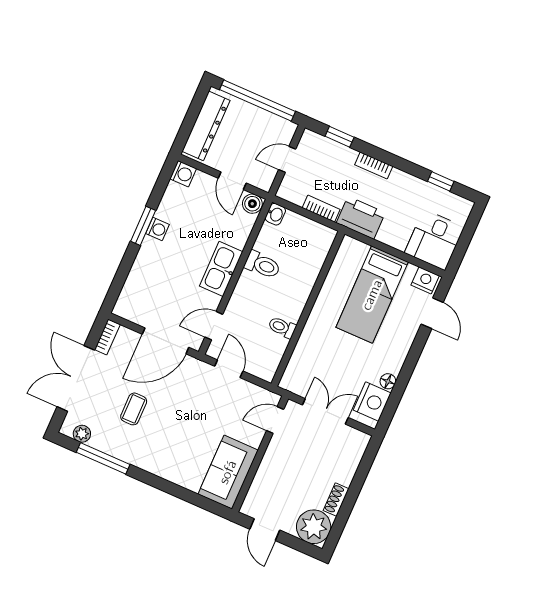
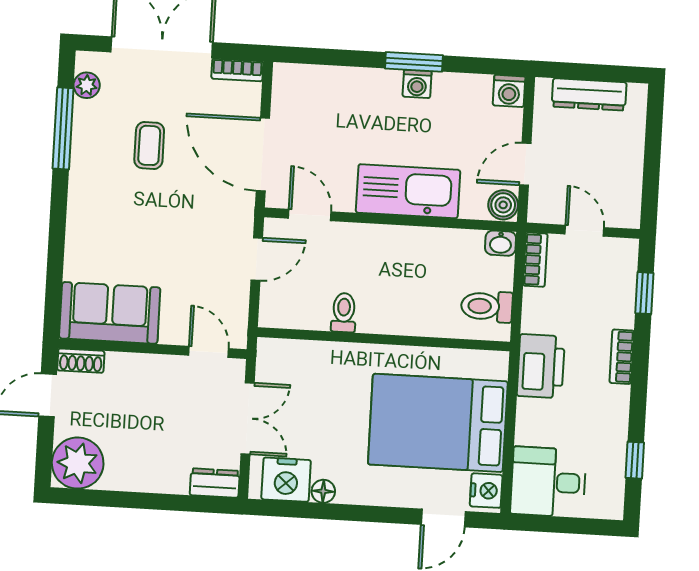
window: (257, 101) -> (652, 158), removed
dresser: (206, 126) -> (589, 94), width x0.73, depth x0.80
bookcase: (321, 209) -> (535, 260), moved
toilet: (262, 265) -> (487, 306), moved, turned 90
kitchen sink: (221, 269) -> (408, 191), width x1.36, depth x1.24
bed: (372, 295) -> (438, 423), width x1.50
coffee table: (134, 409) -> (149, 145), turned 90
dresser: (358, 447) -> (215, 483), added
shoe rack: (336, 500) -> (81, 361), moved, turned 180

